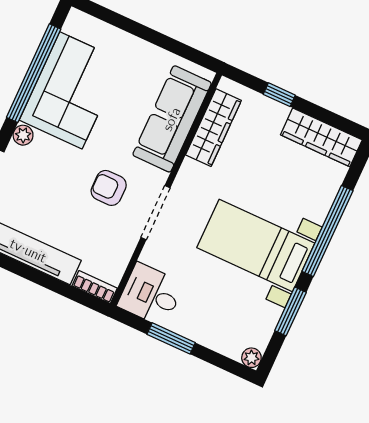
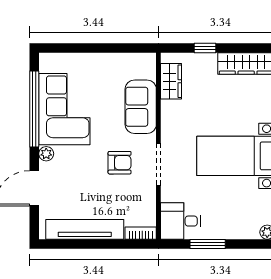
sofa: (172, 119) -> (141, 107), width x0.73
wardrobe: (213, 128) -> (171, 81), width x0.67
armchair: (109, 188) -> (120, 163), turned 180

